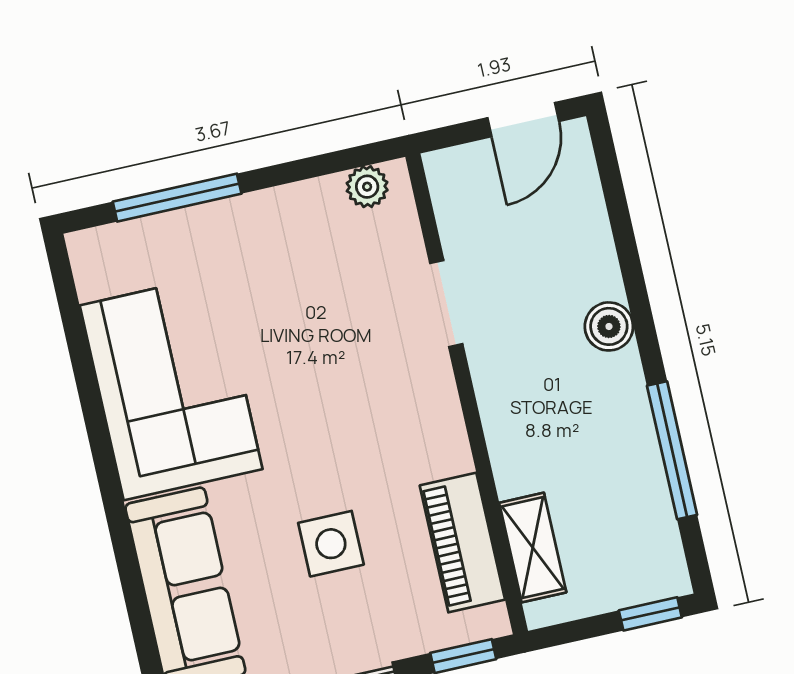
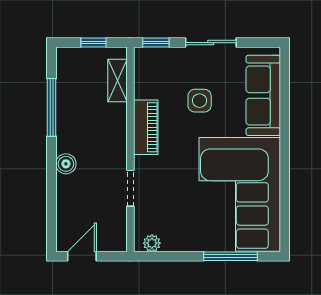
corner sofa: (171, 387) -> (240, 194), width x1.36, depth x1.36
piano: (462, 543) -> (146, 127), moved
window: (650, 614) -> (93, 43), moved

